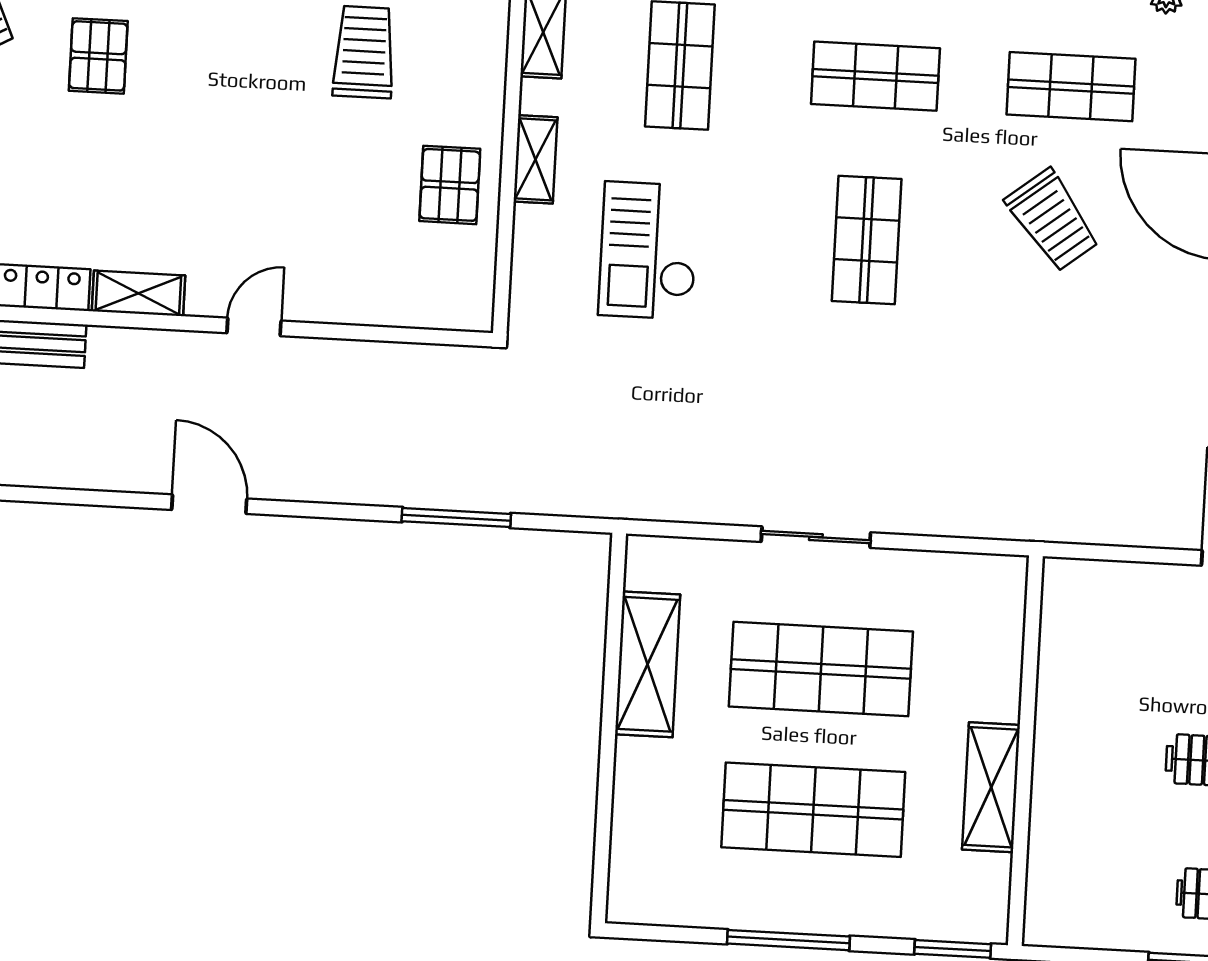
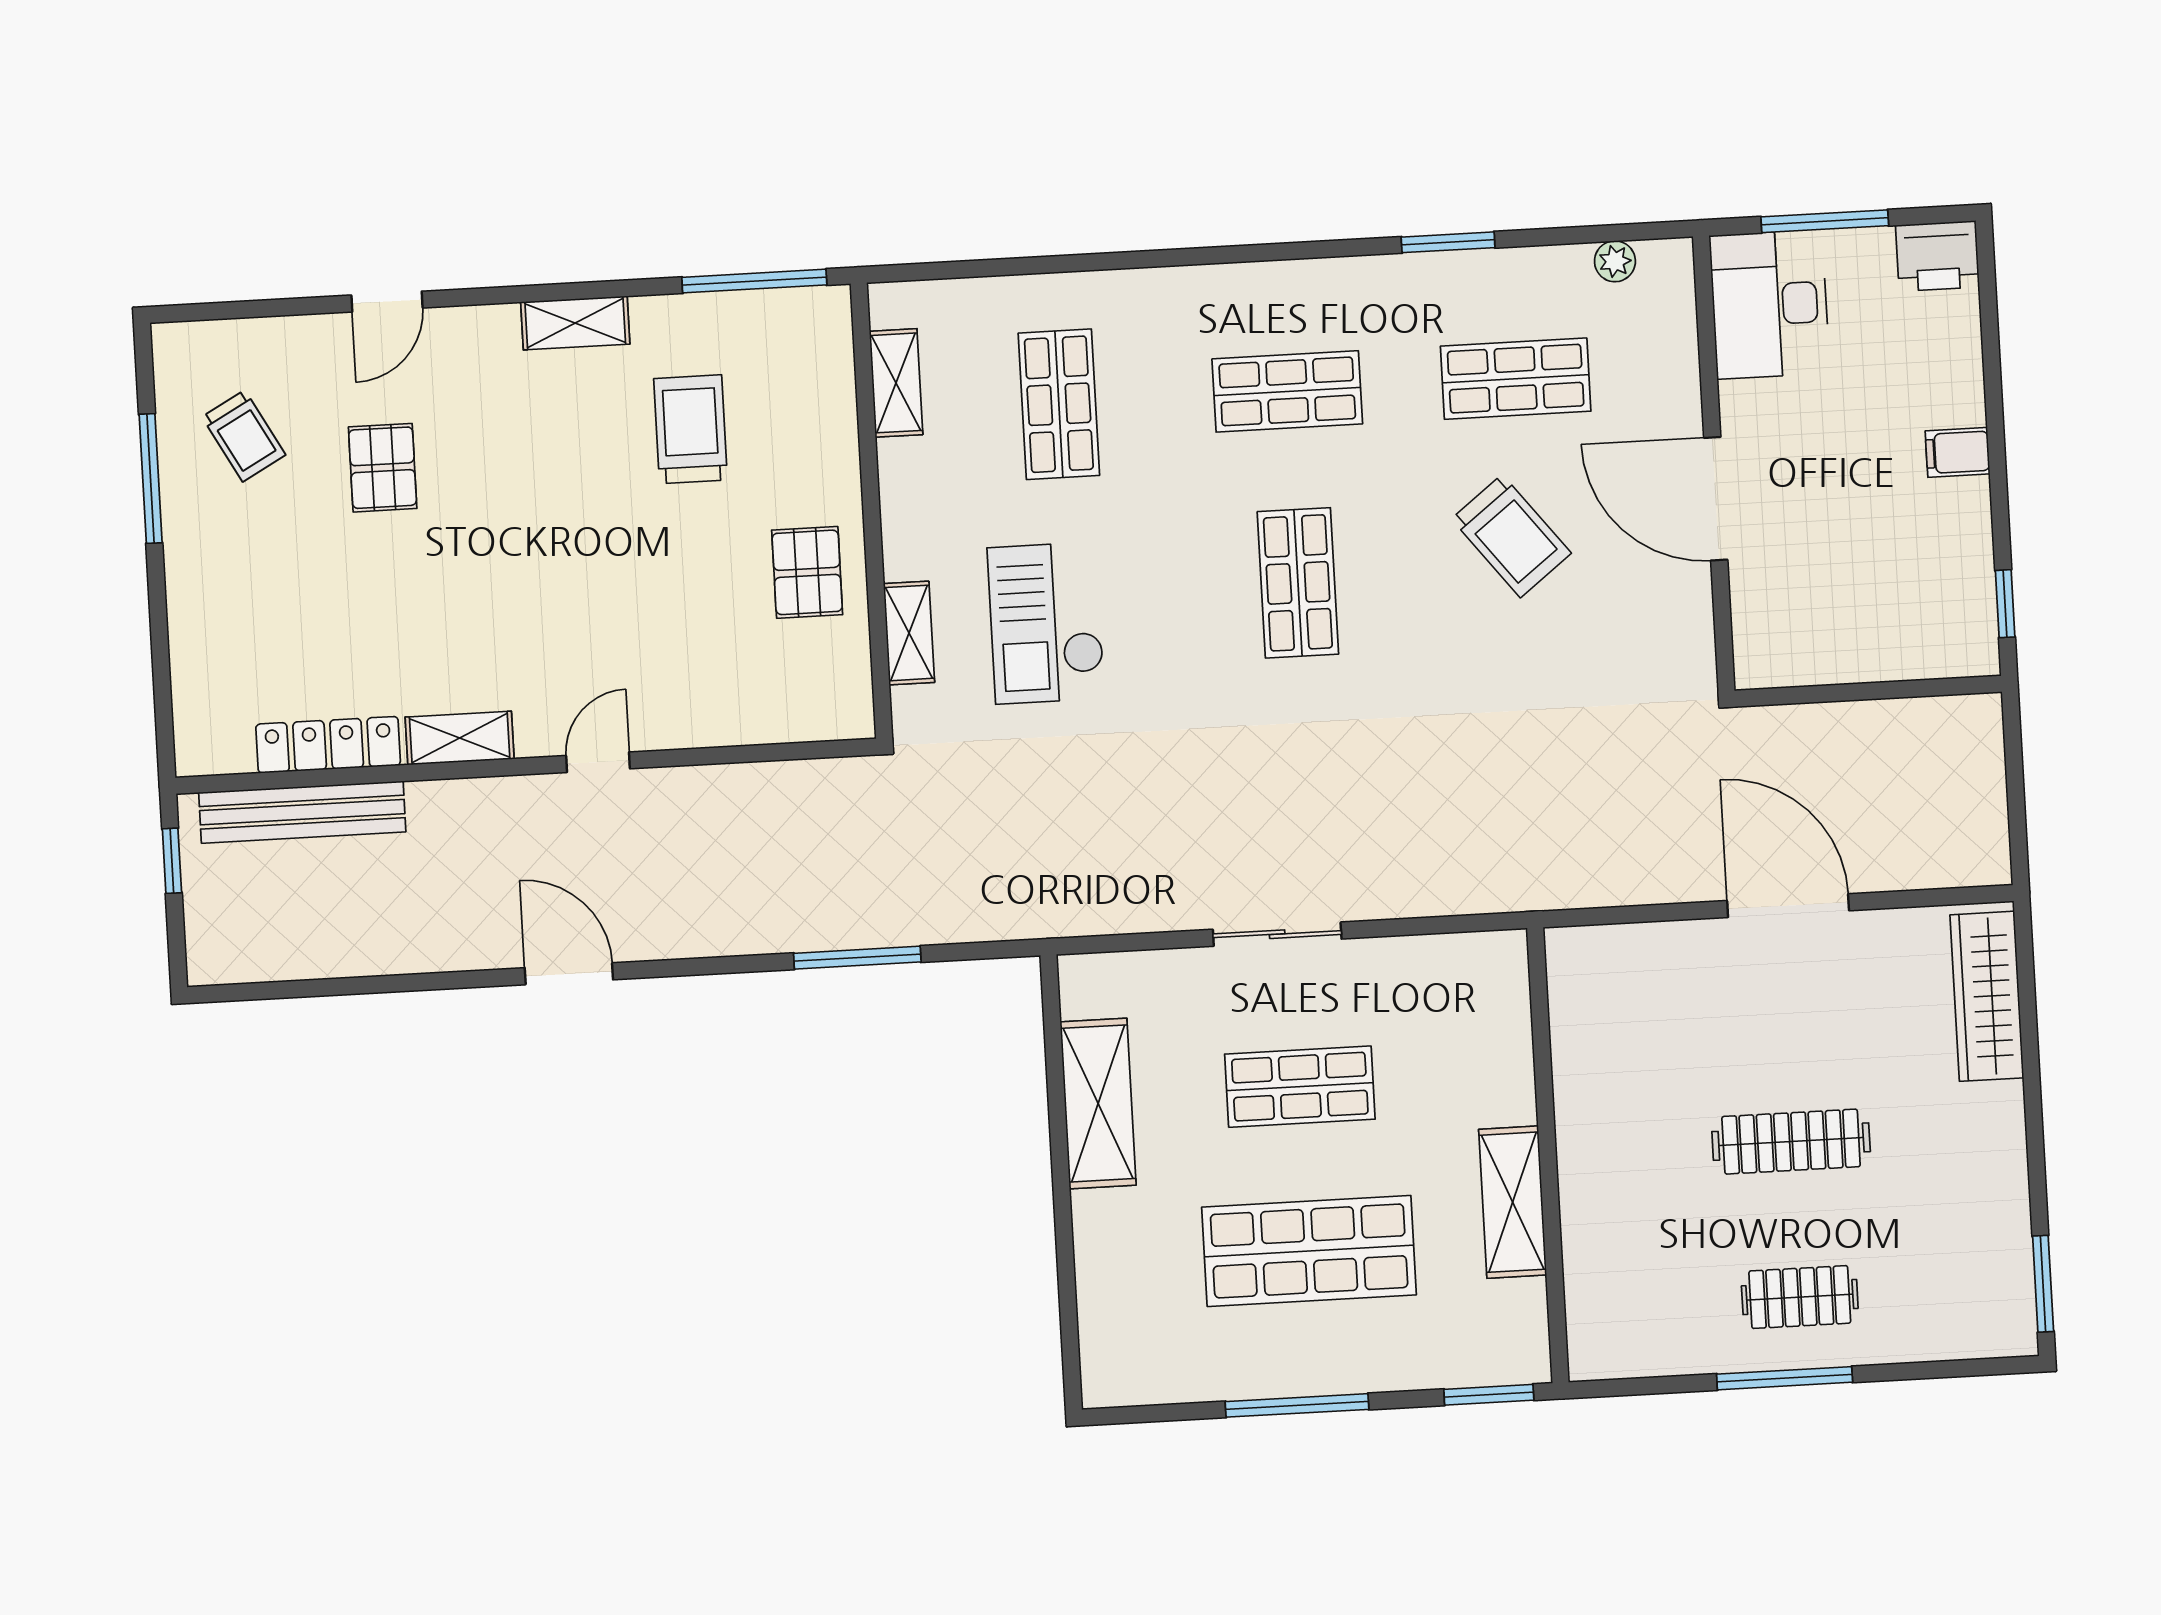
shelving: (535, 159) -> (909, 633), moved
shop shelf: (821, 669) -> (1300, 1087), width x0.70, depth x0.74

